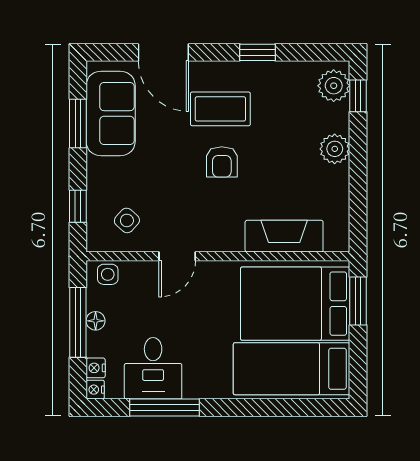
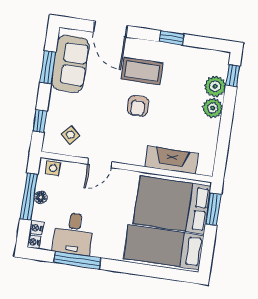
plant: (334, 86) -> (215, 86), moved

